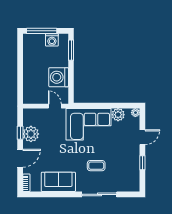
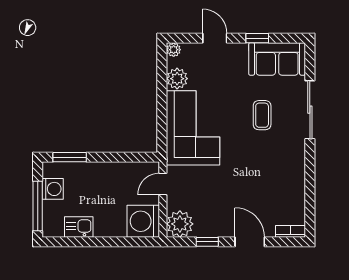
kitchen sink: (29, 56) -> (79, 227), added
washing machine: (59, 77) -> (143, 221), moved, turned 90
plant: (31, 134) -> (180, 224), moved
sofa: (58, 182) -> (277, 59), moved, turned -90

